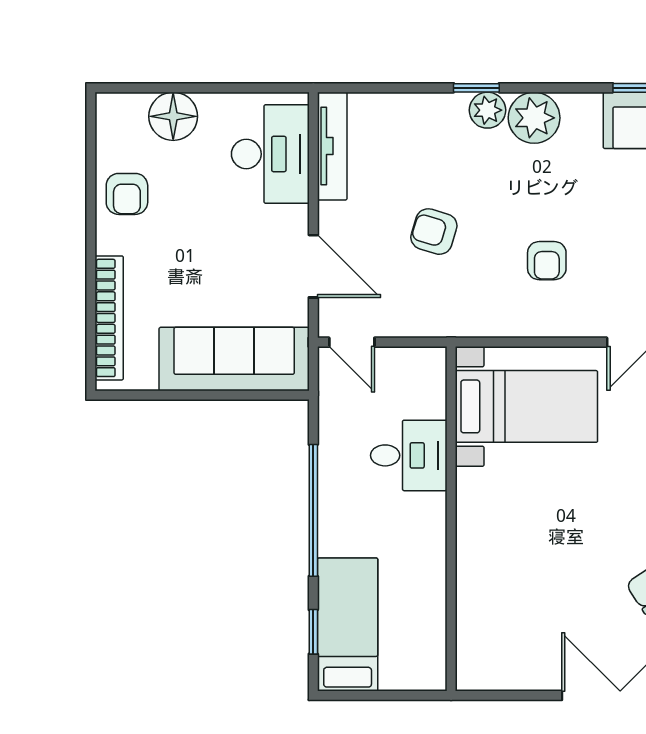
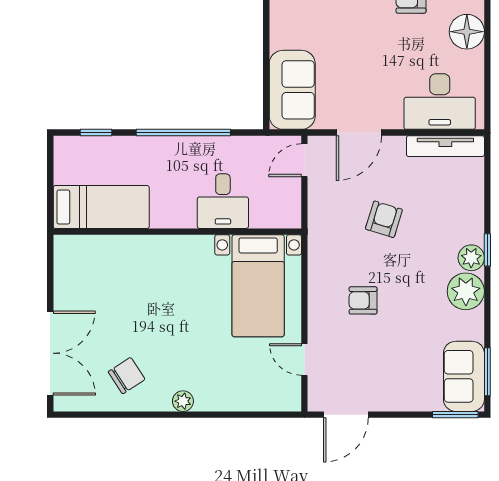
sofa: (234, 359) -> (292, 90), width x0.73
bed: (348, 625) -> (101, 207), moved

